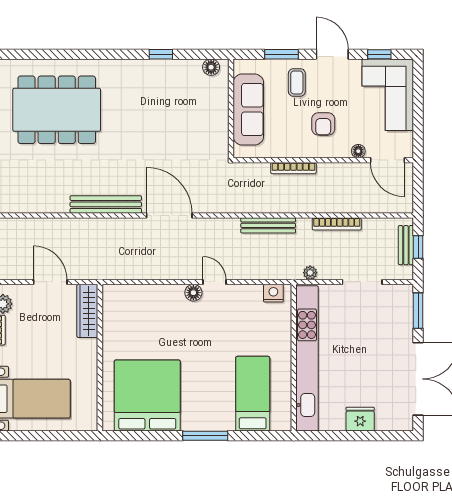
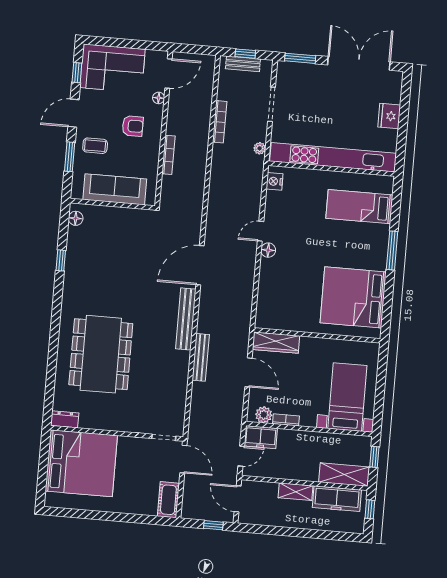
bench: (268, 225) -> (201, 357), moved
door: (50, 282) -> (248, 372), swing flipped

